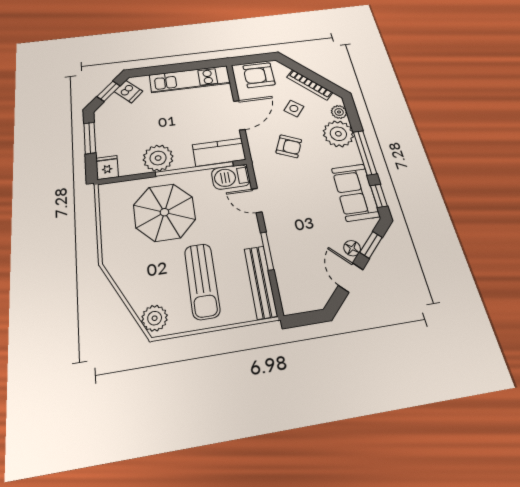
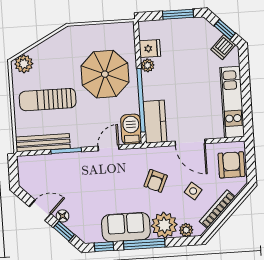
plant: (158, 158) -> (148, 65), width x0.53, depth x0.53
fridge: (107, 167) -> (150, 49), moved
sofa: (355, 192) -> (126, 227), moved

